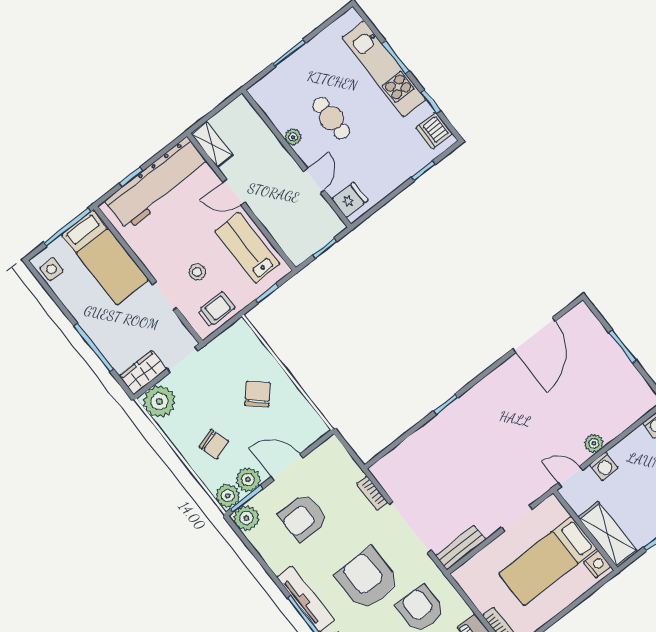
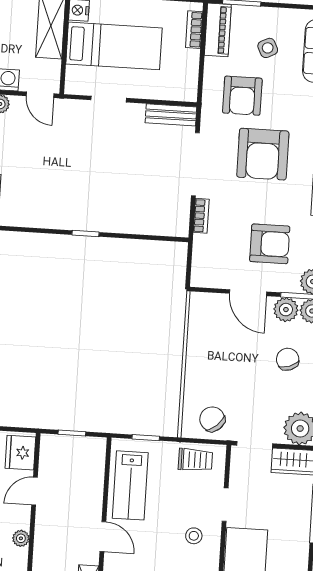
fridge: (350, 200) -> (20, 453), width x1.38
stool: (197, 272) -> (194, 536), moved
trolley: (216, 309) -> (195, 460), turned 180
chair: (258, 394) -> (212, 419), moved, turned 96

